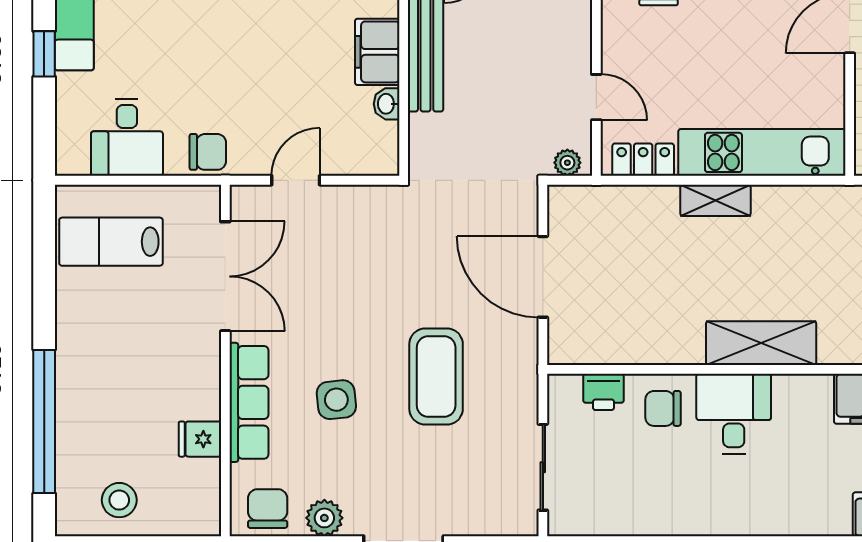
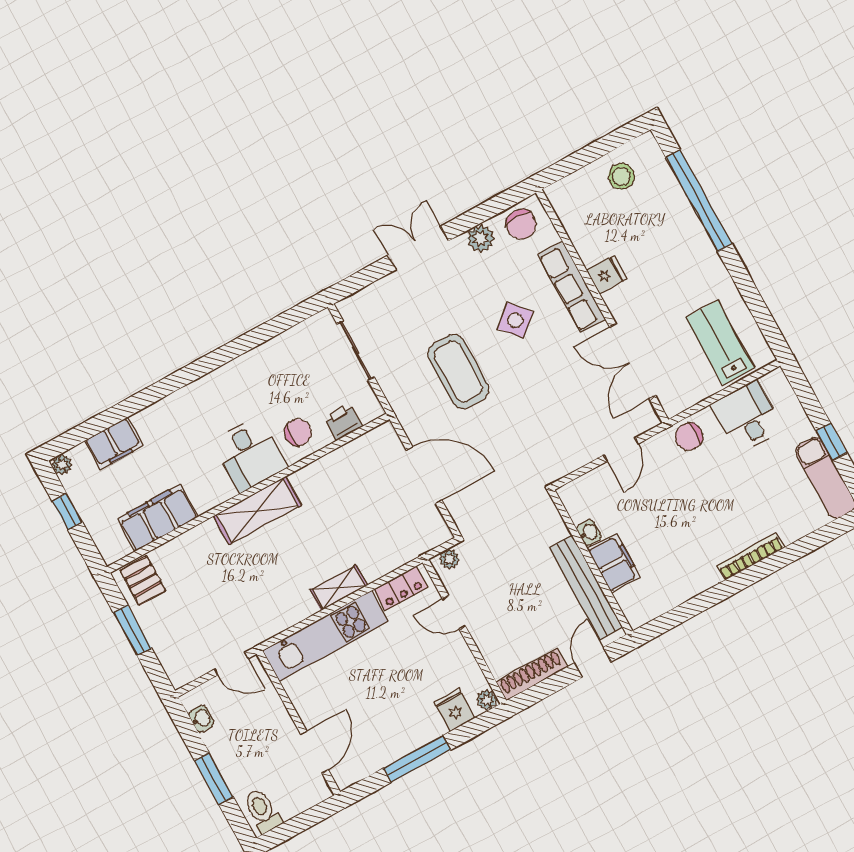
lab bench: (111, 242) -> (720, 343), turned -90
side table: (336, 400) -> (515, 320), turned -35
fridge: (200, 439) -> (607, 275), moved

